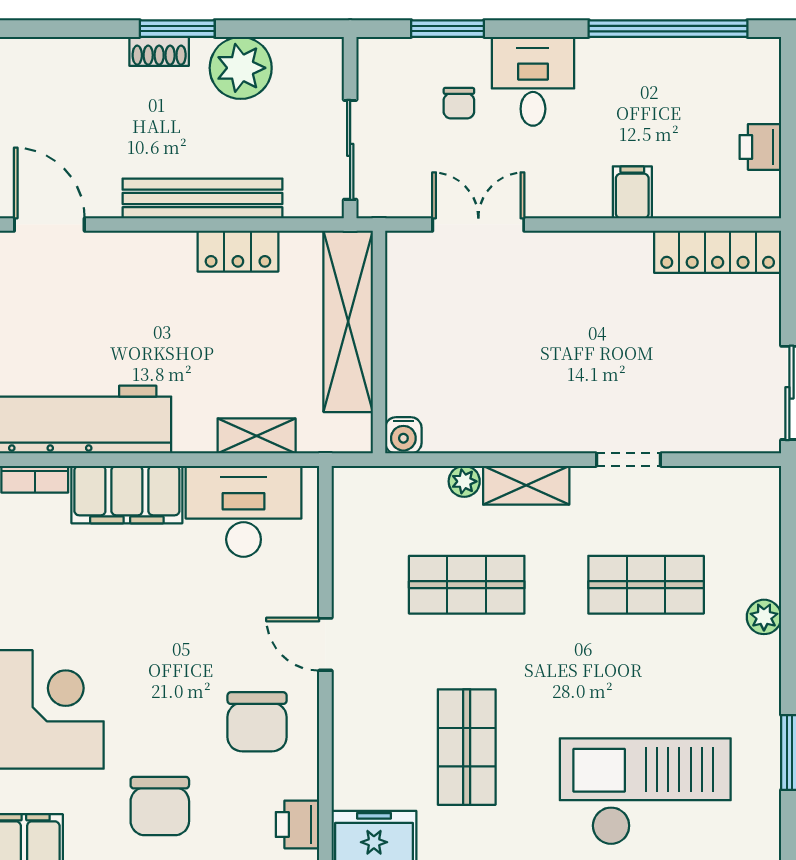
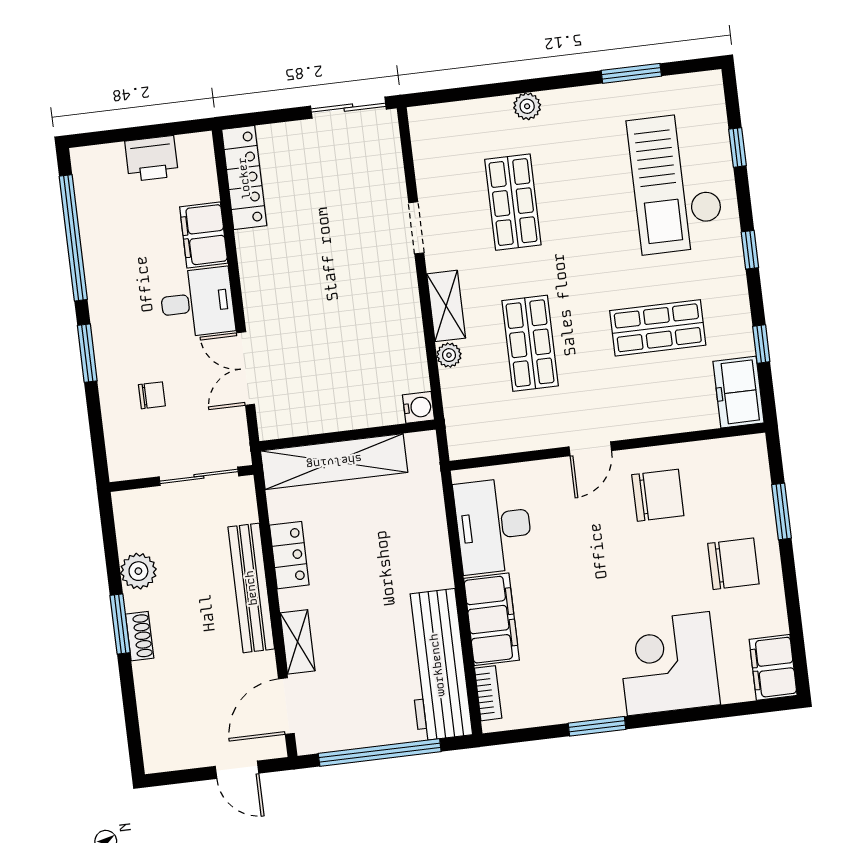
window: (448, 29) -> (87, 353), moved
plant: (241, 68) -> (138, 571), width x0.73, depth x0.73
desk: (533, 81) -> (197, 302), moved, turned 180
printer: (760, 147) -> (152, 159), width x1.36, depth x1.24
filing cabinet: (632, 192) -> (204, 235), width x2.00
shelving: (257, 436) -> (298, 642), moved
printer: (298, 824) -> (735, 454), removed

